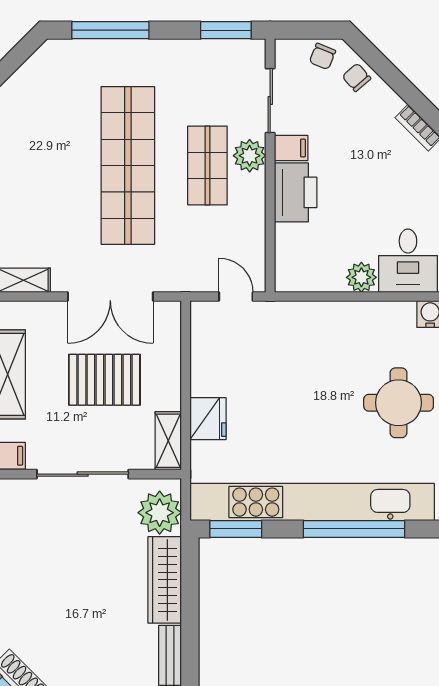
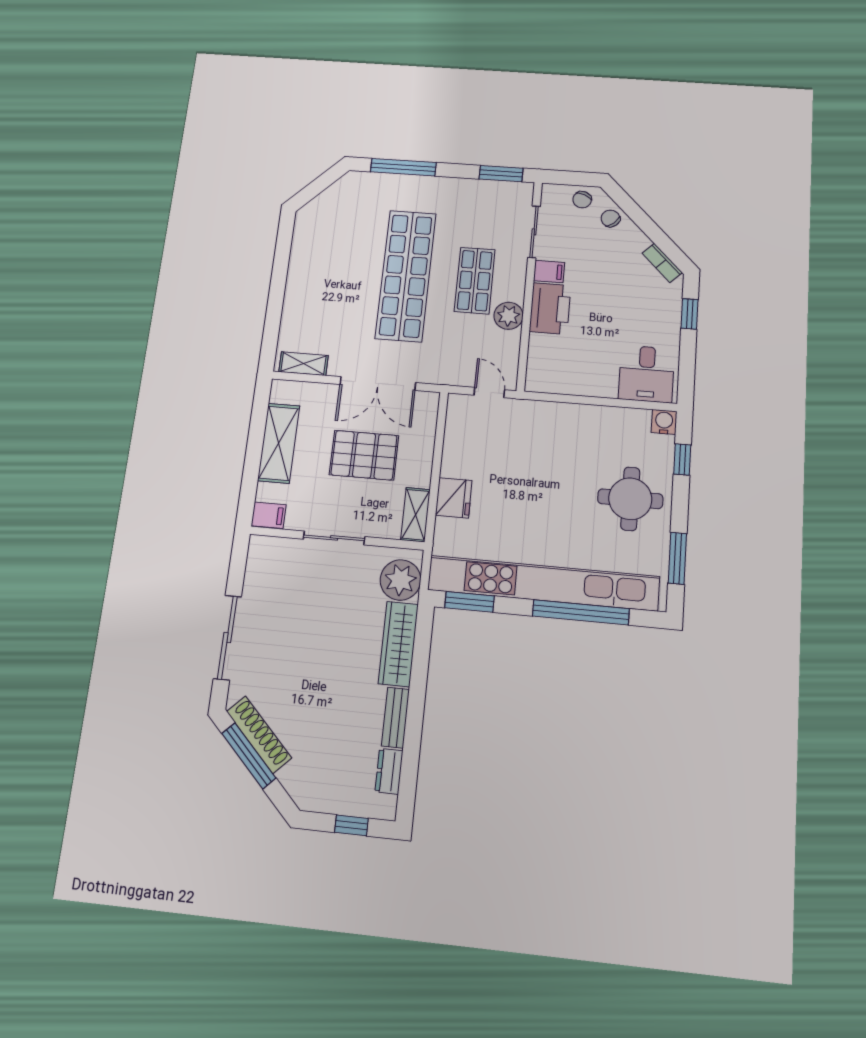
plant: (250, 156) -> (508, 316), moved
plant: (361, 277) -> (603, 385), removed
sliding door: (83, 474) -> (334, 538), width x0.73

